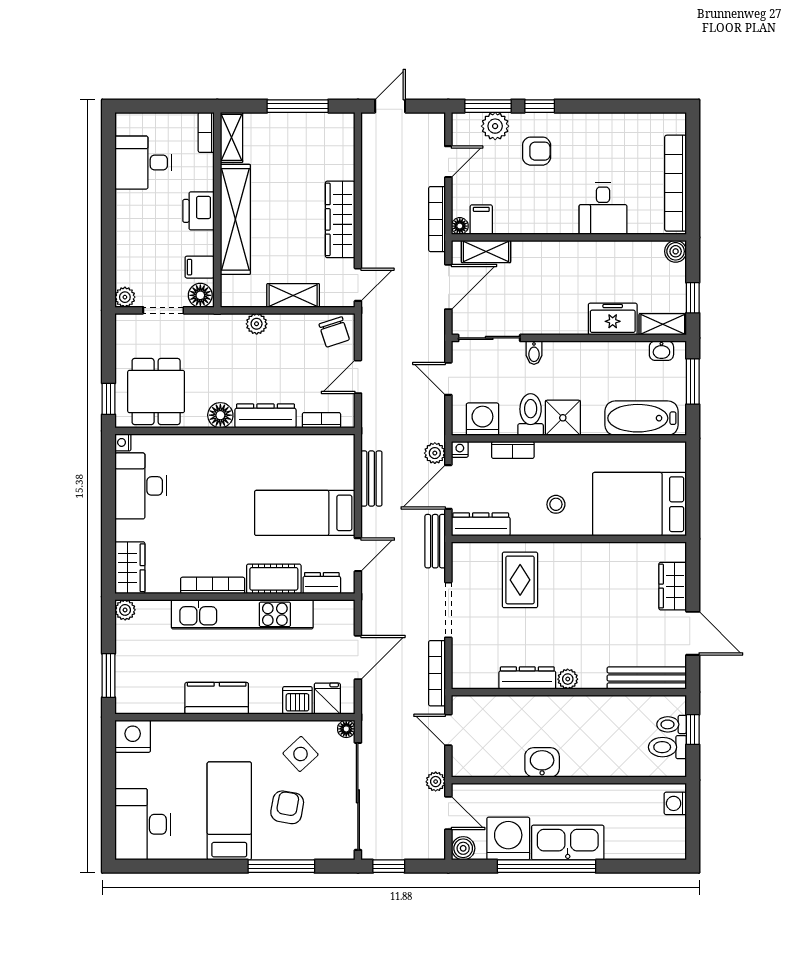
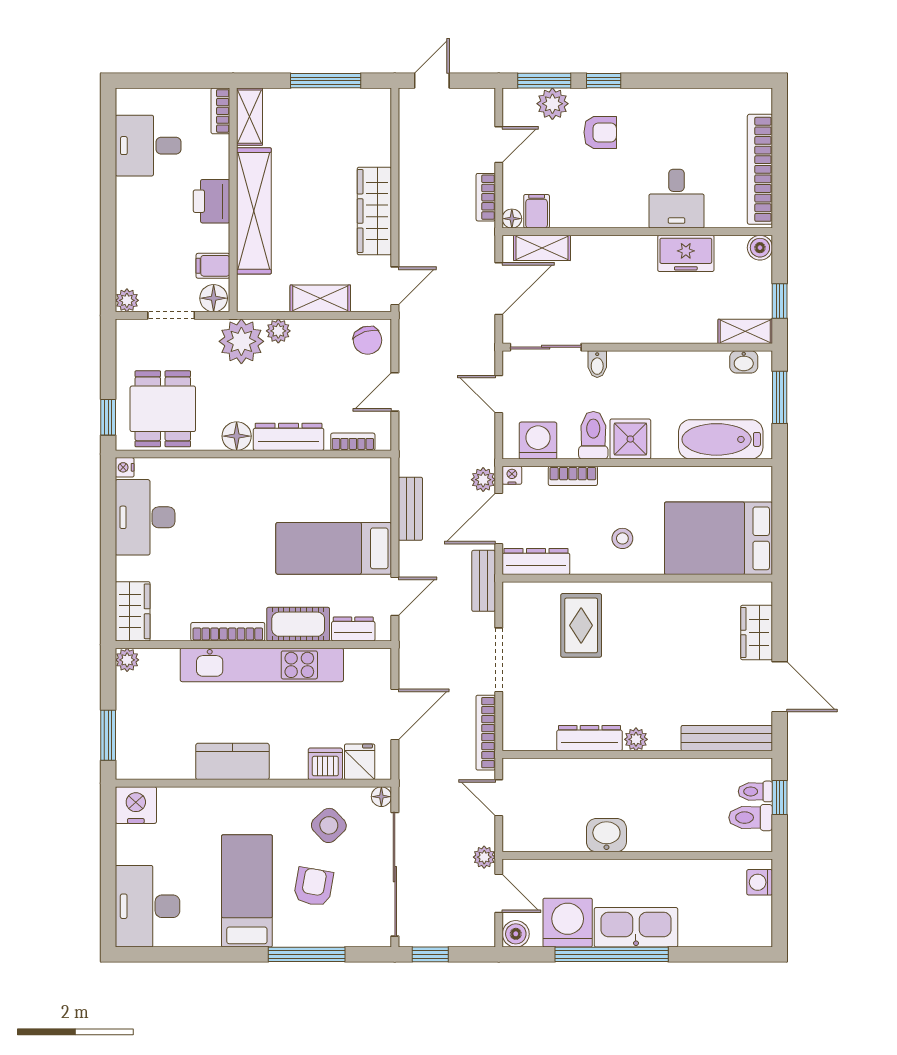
bookcase: (437, 219) -> (486, 197), width x0.64
freezer: (613, 319) -> (686, 253), moved, turned 180
plant: (224, 333) -> (241, 341), added

